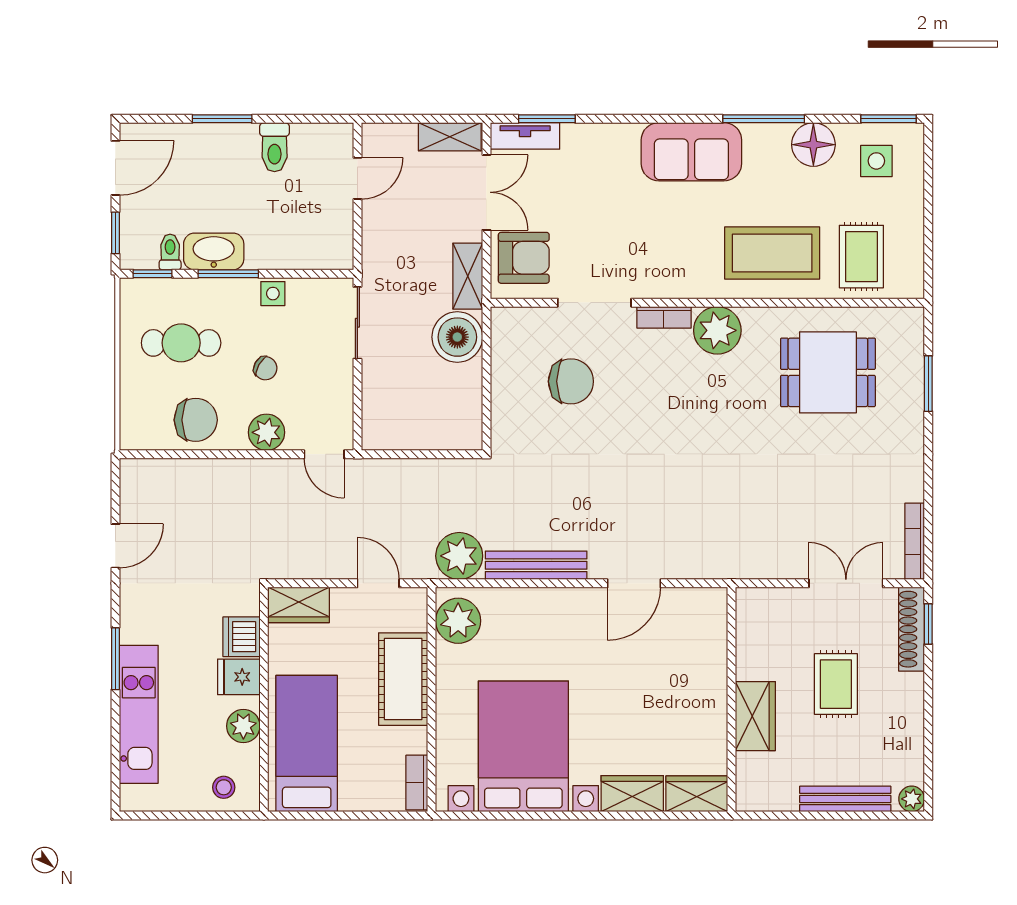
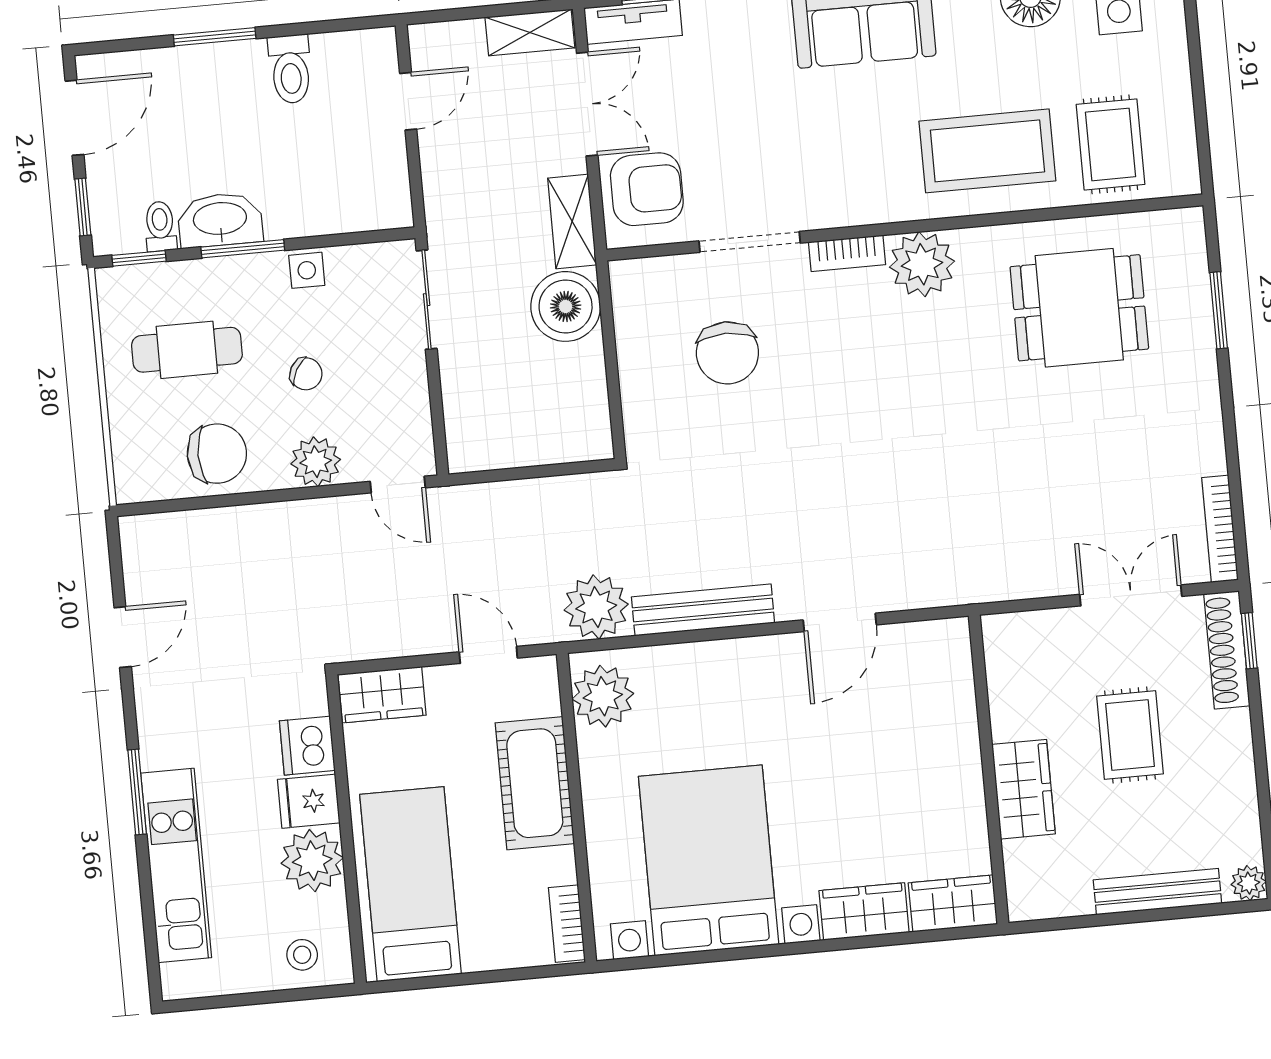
chair: (571, 381) -> (727, 353), turned 90
plant: (243, 726) -> (312, 861), width x1.36, depth x1.36

